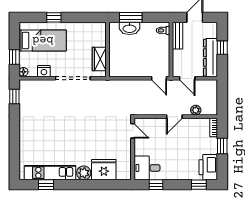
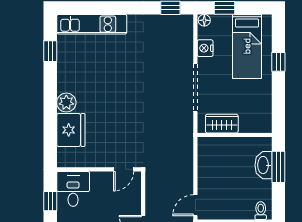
kitchen unit: (50, 173) -> (92, 24), moved, turned 90

